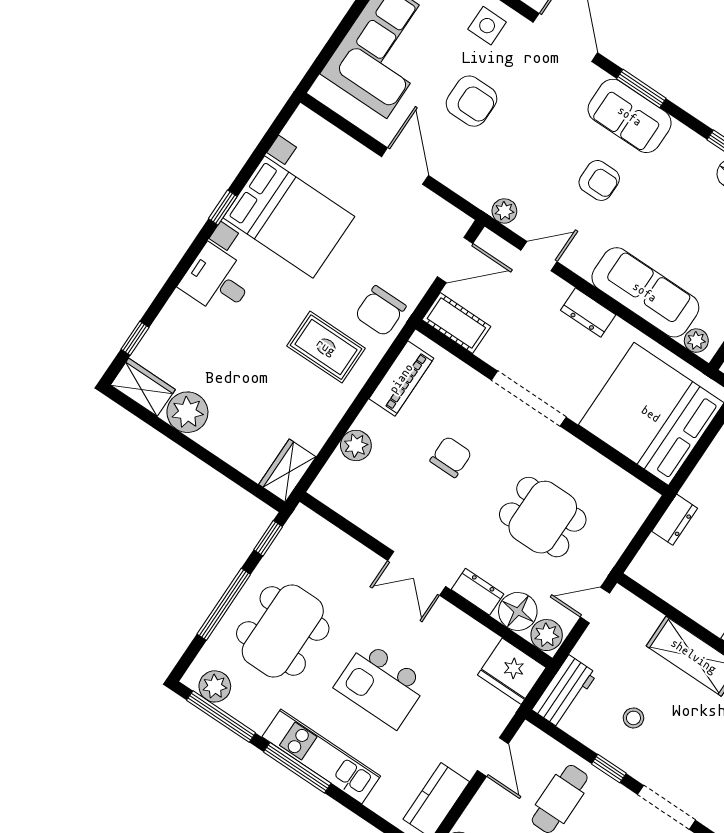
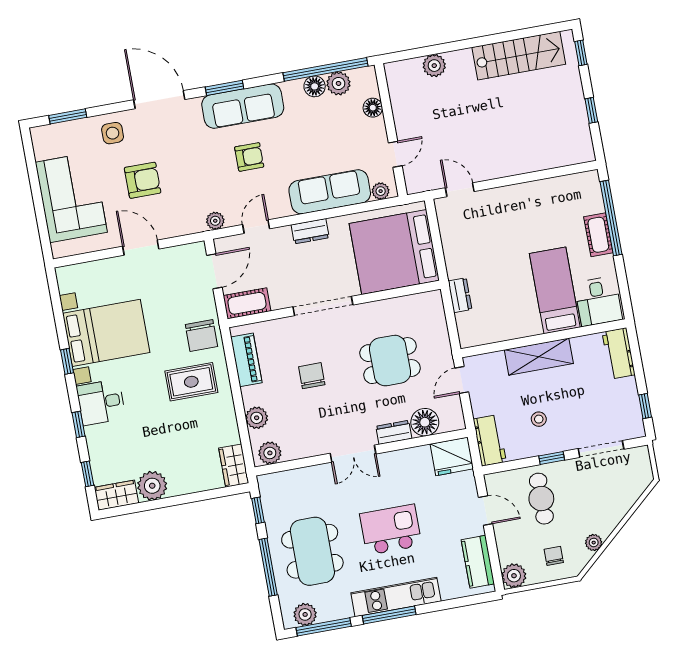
sofa: (630, 116) -> (243, 106), width x1.36
window: (174, 281) -> (79, 424), added
plant: (547, 635) -> (270, 453), moved
kitchen island: (381, 685) -> (391, 530), turned 180

